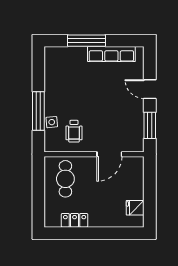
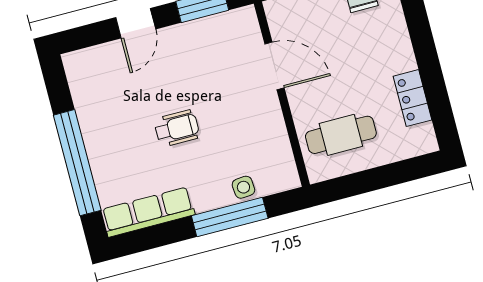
window: (86, 41) -> (77, 163), width x1.46
row of seats: (111, 54) -> (148, 212), moved, turned -90
wheelchair: (74, 131) -> (177, 128), moved

